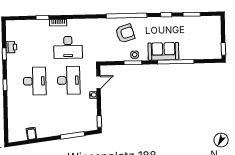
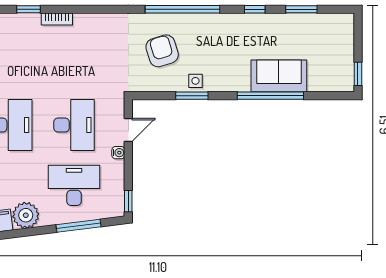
armchair: (125, 33) -> (162, 51), moved, turned -90
desk: (68, 47) -> (74, 185), moved, turned 180
sofa: (163, 51) -> (279, 76), moved
plant: (43, 130) -> (26, 215), added

